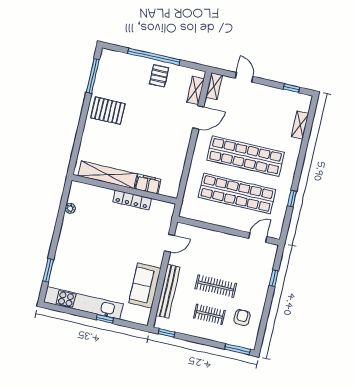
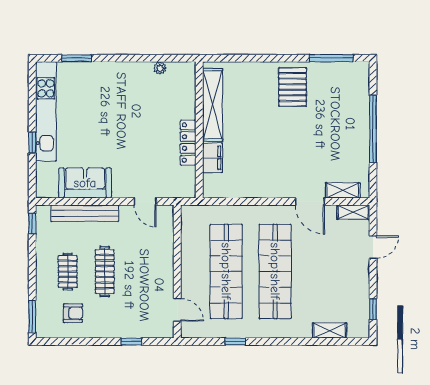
pallet: (159, 76) -> (350, 141), removed

